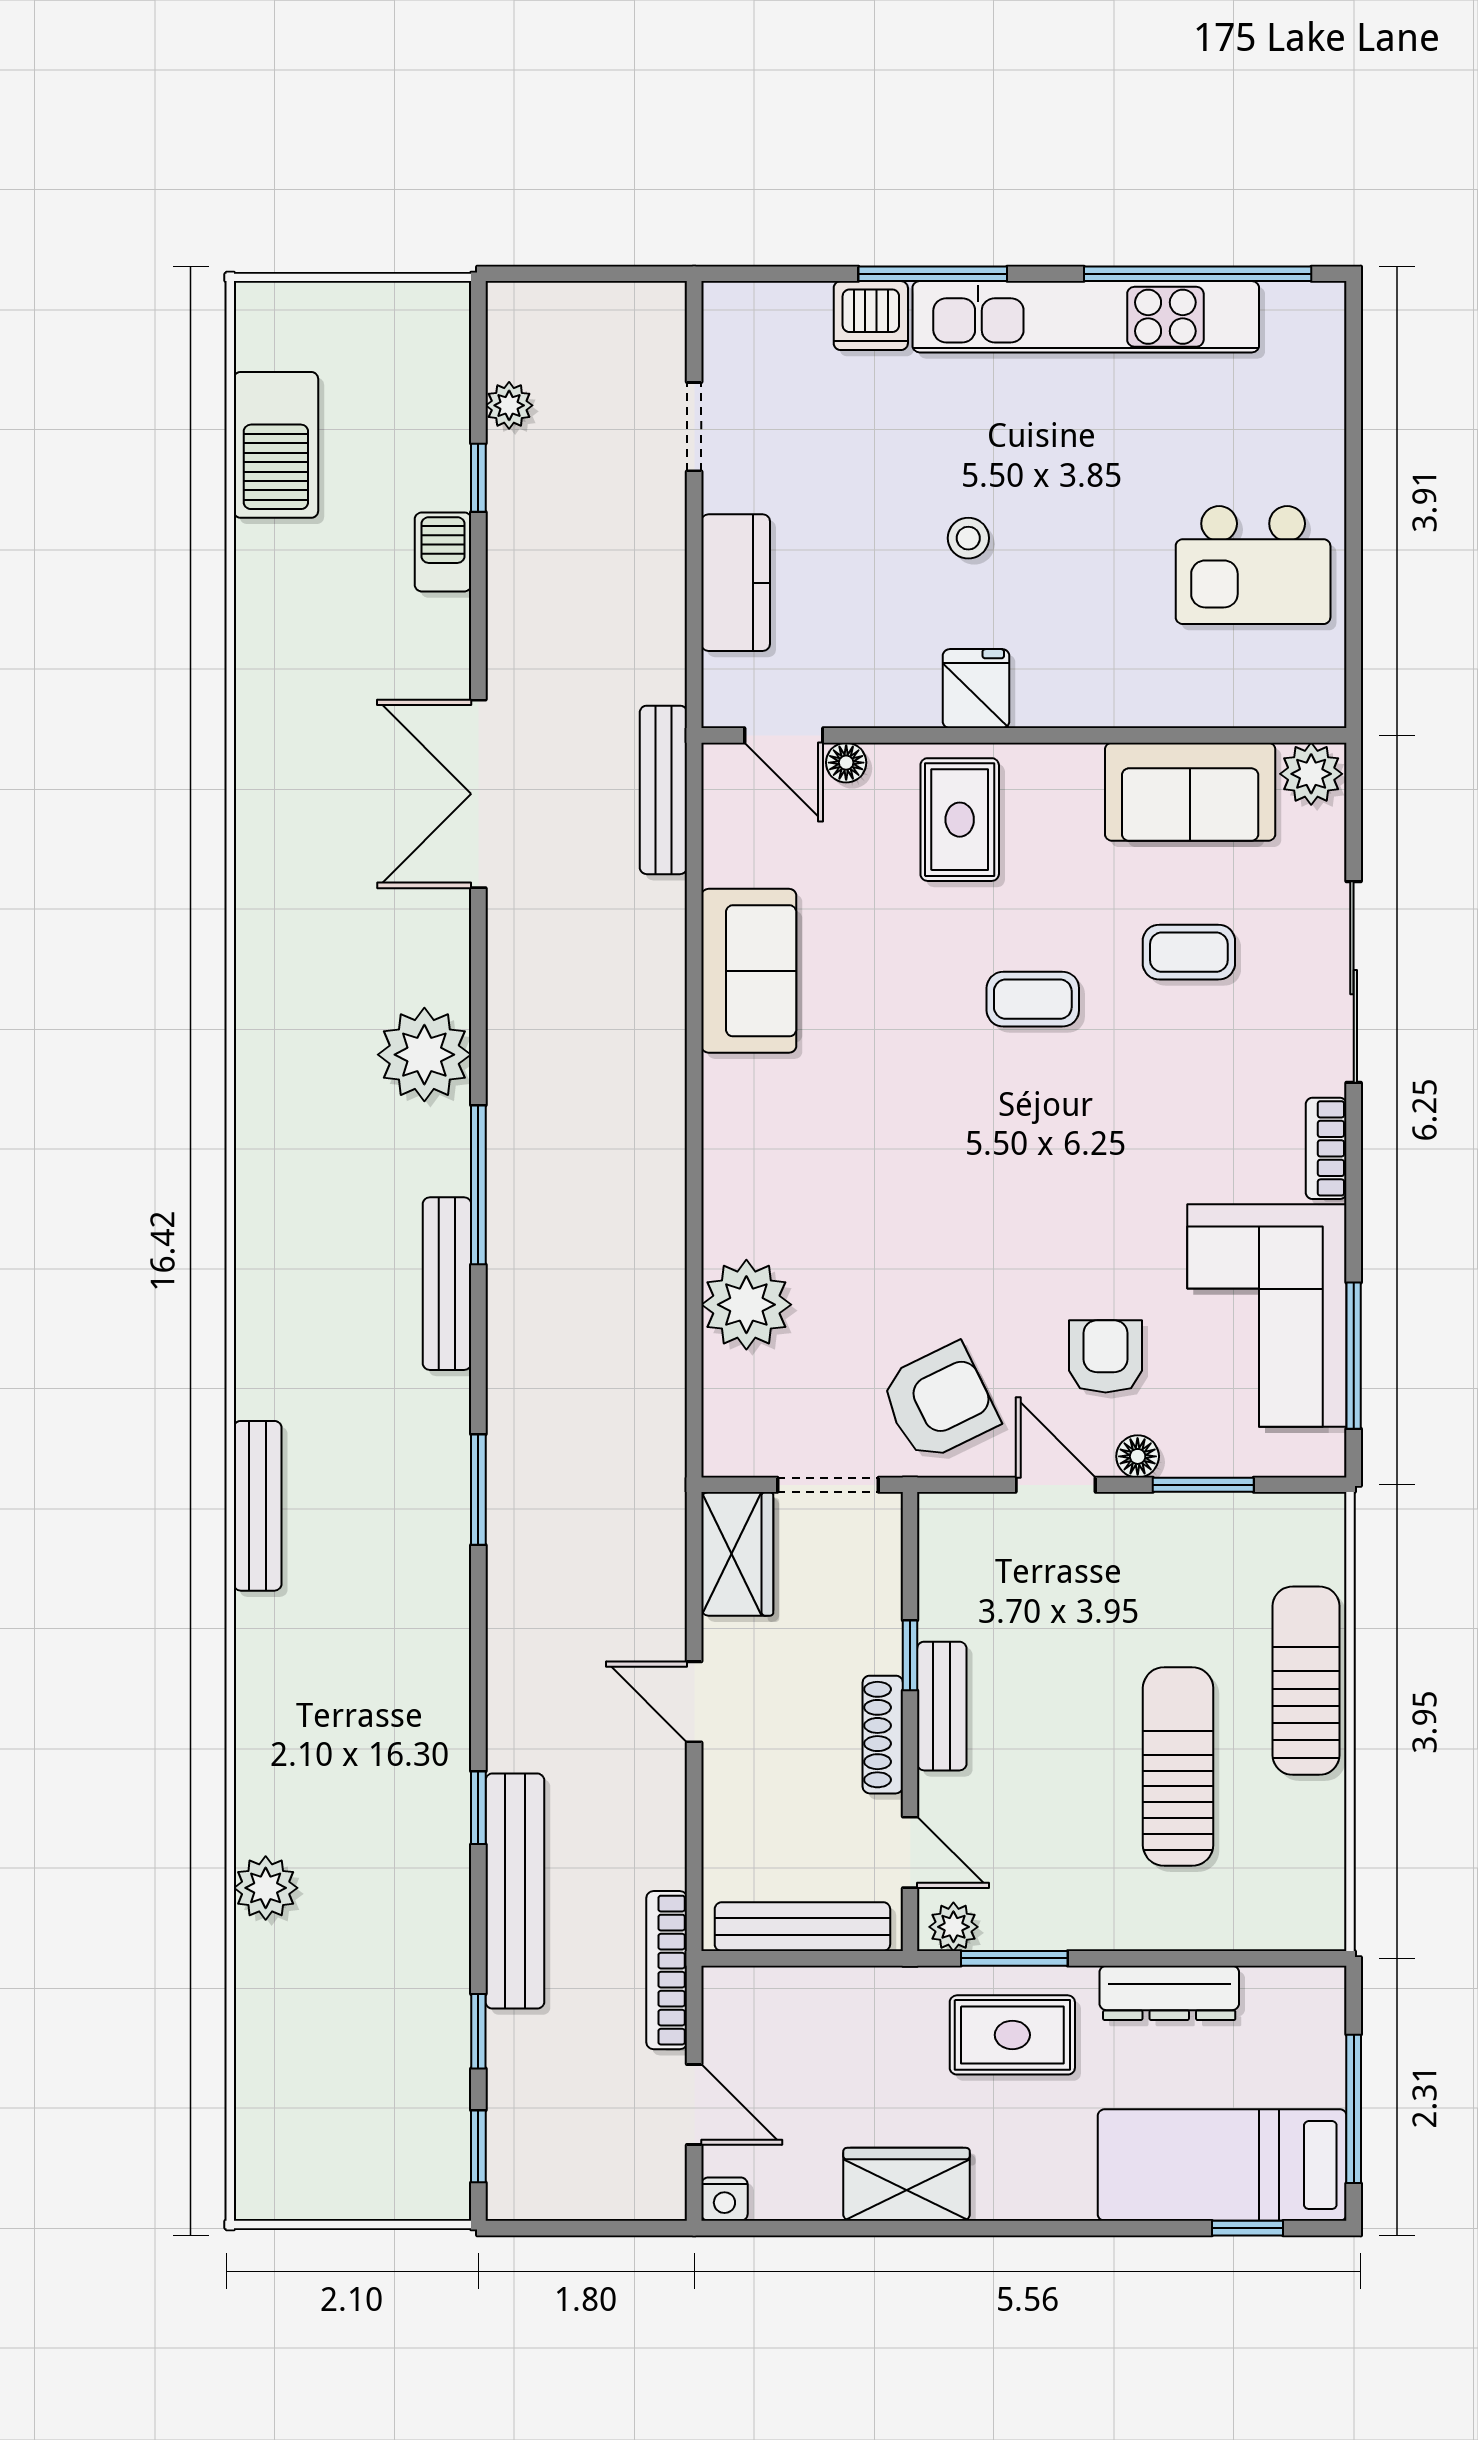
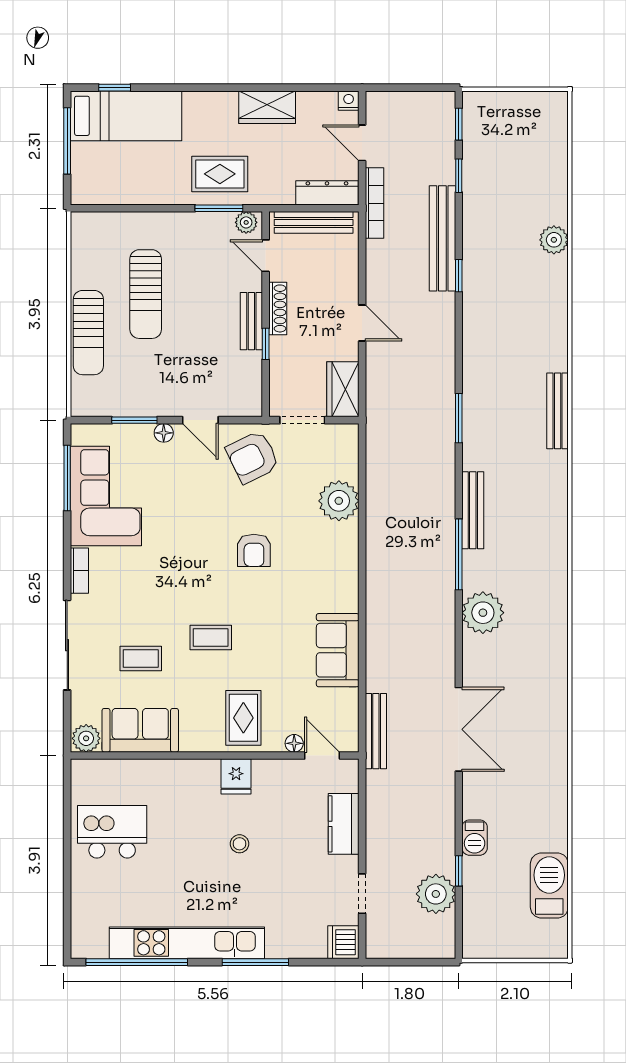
dishwasher: (871, 316) -> (343, 942), moved, turned -90
plant: (509, 405) -> (436, 894), width x1.87, depth x1.87
armchair: (1106, 1356) -> (254, 550), moved
dresser: (1169, 1993) -> (327, 193), moved

